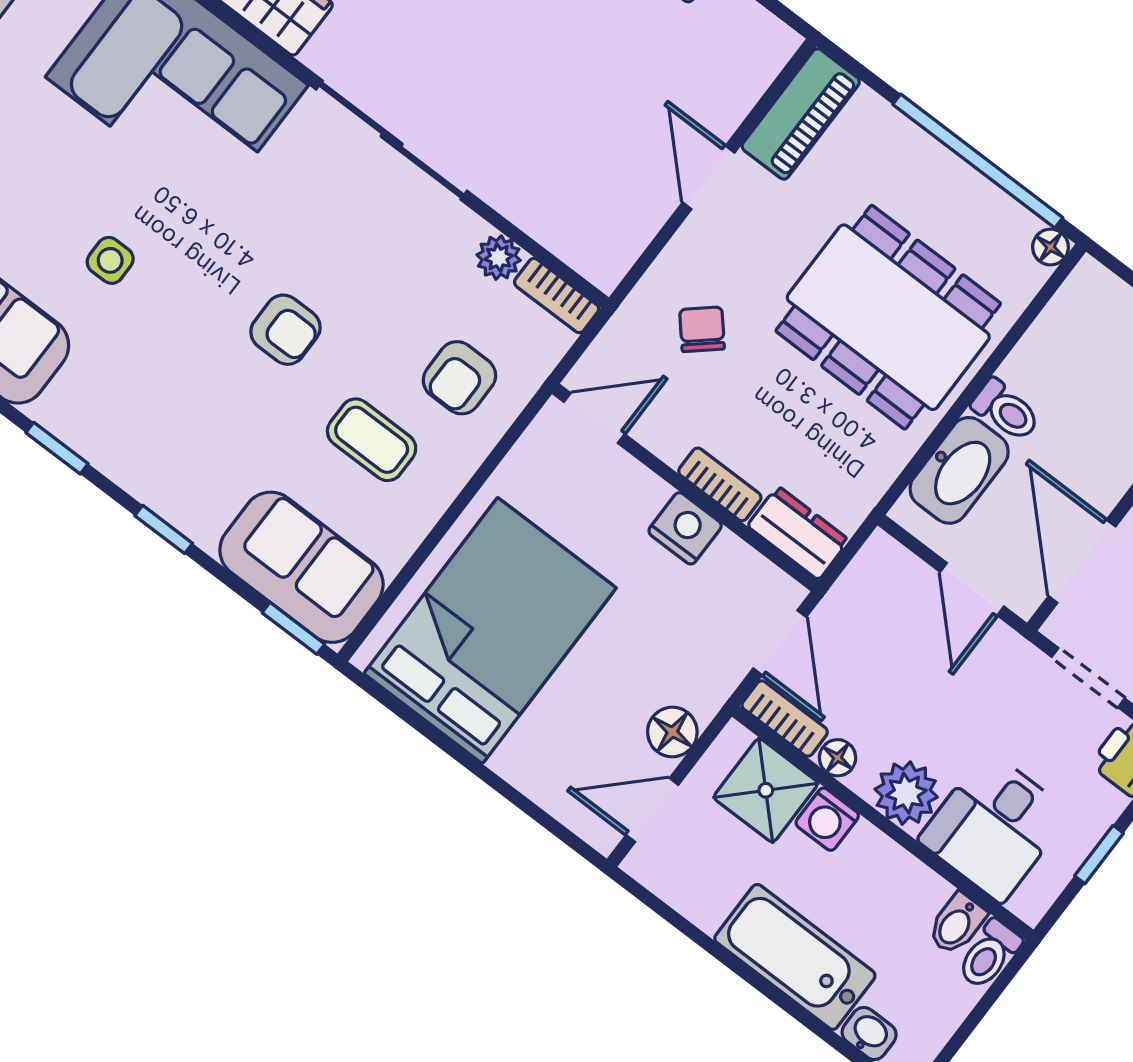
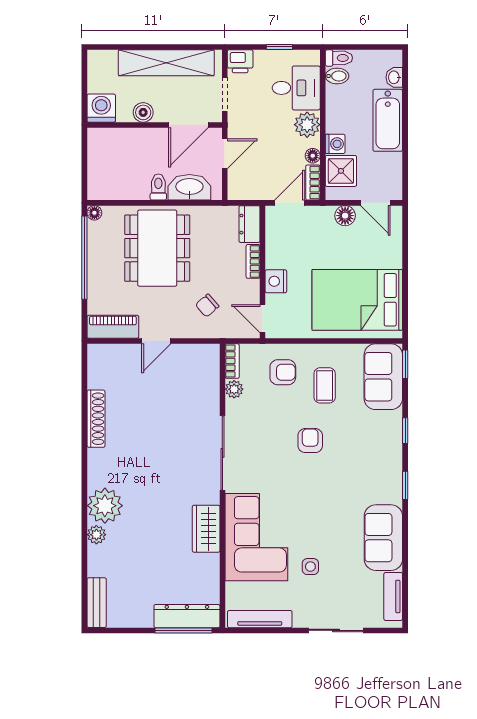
side table: (110, 260) -> (310, 567), moved
nightstand: (685, 528) -> (276, 281), moved

